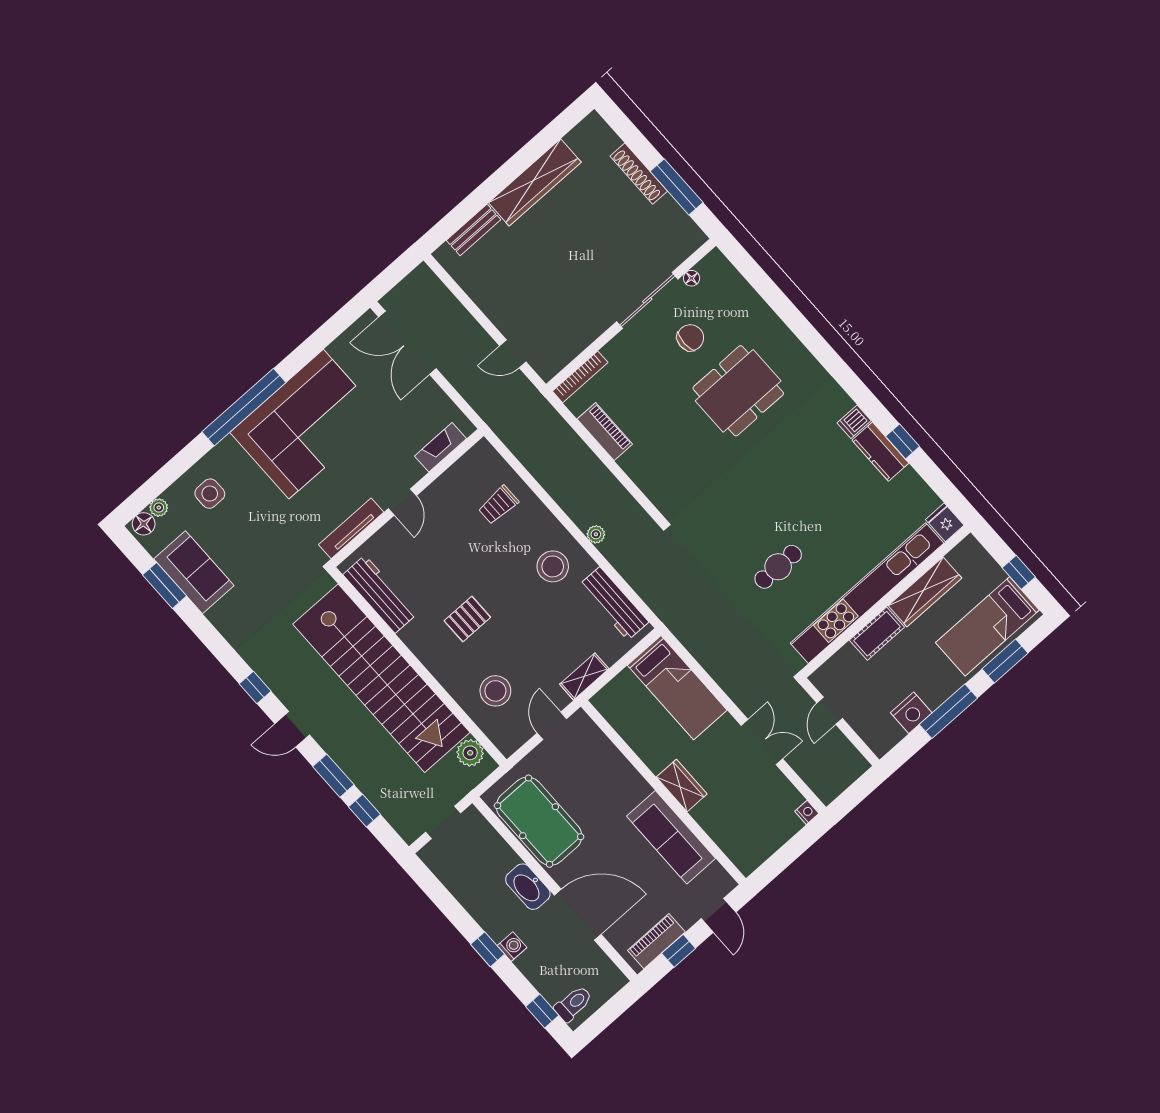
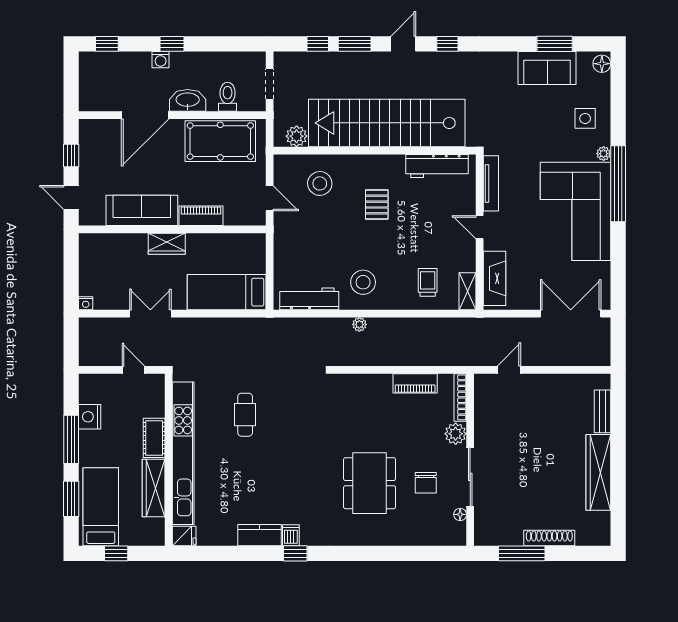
plant: (619, 351) -> (456, 434), added
window: (903, 441) -> (295, 553), moved
fireplace: (441, 447) -> (494, 278), width x1.37, depth x1.32
plant: (159, 508) -> (604, 154), moved
shelving: (584, 676) -> (467, 291), moved
double door: (762, 742) -> (150, 314), swing flipped
piano: (656, 941) -> (201, 216), moved, turned -90
toilet: (573, 1004) -> (228, 97), moved, turned 180

